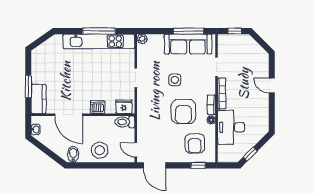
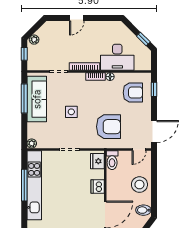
plant: (249, 41) -> (34, 40), added
armchair: (183, 111) -> (109, 127), moved

